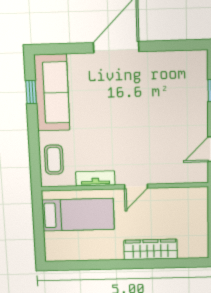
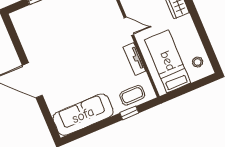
window: (31, 92) -> (129, 113), moved
stool: (65, 247) -> (198, 62), added

